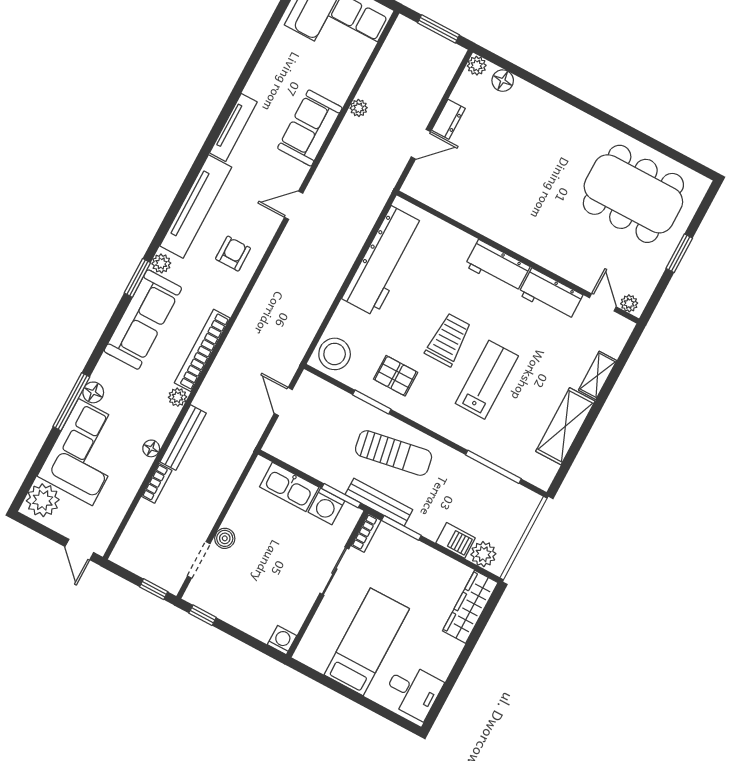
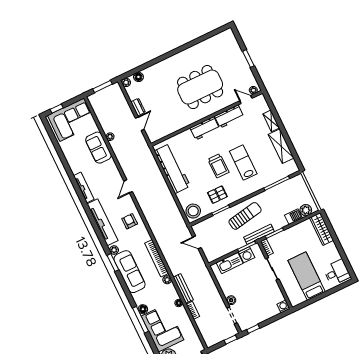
sofa: (310, 128) -> (98, 148), moved
dining table: (633, 194) -> (200, 87), moved
trolley: (448, 340) -> (218, 166), turned 180

